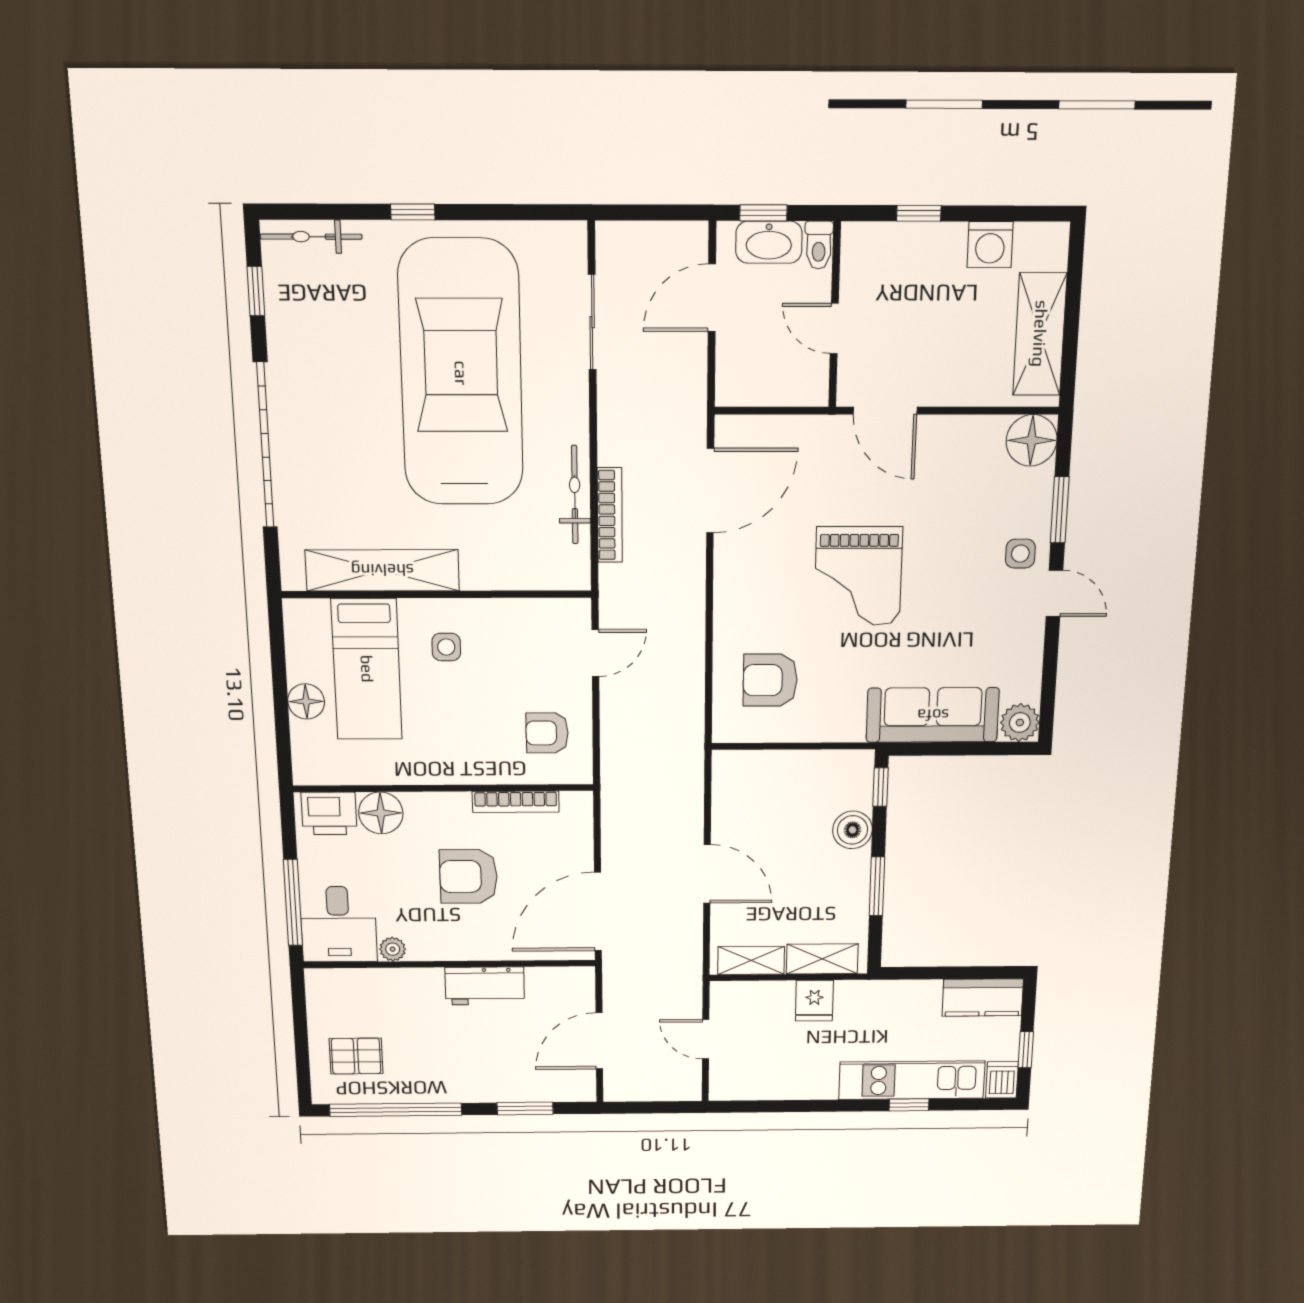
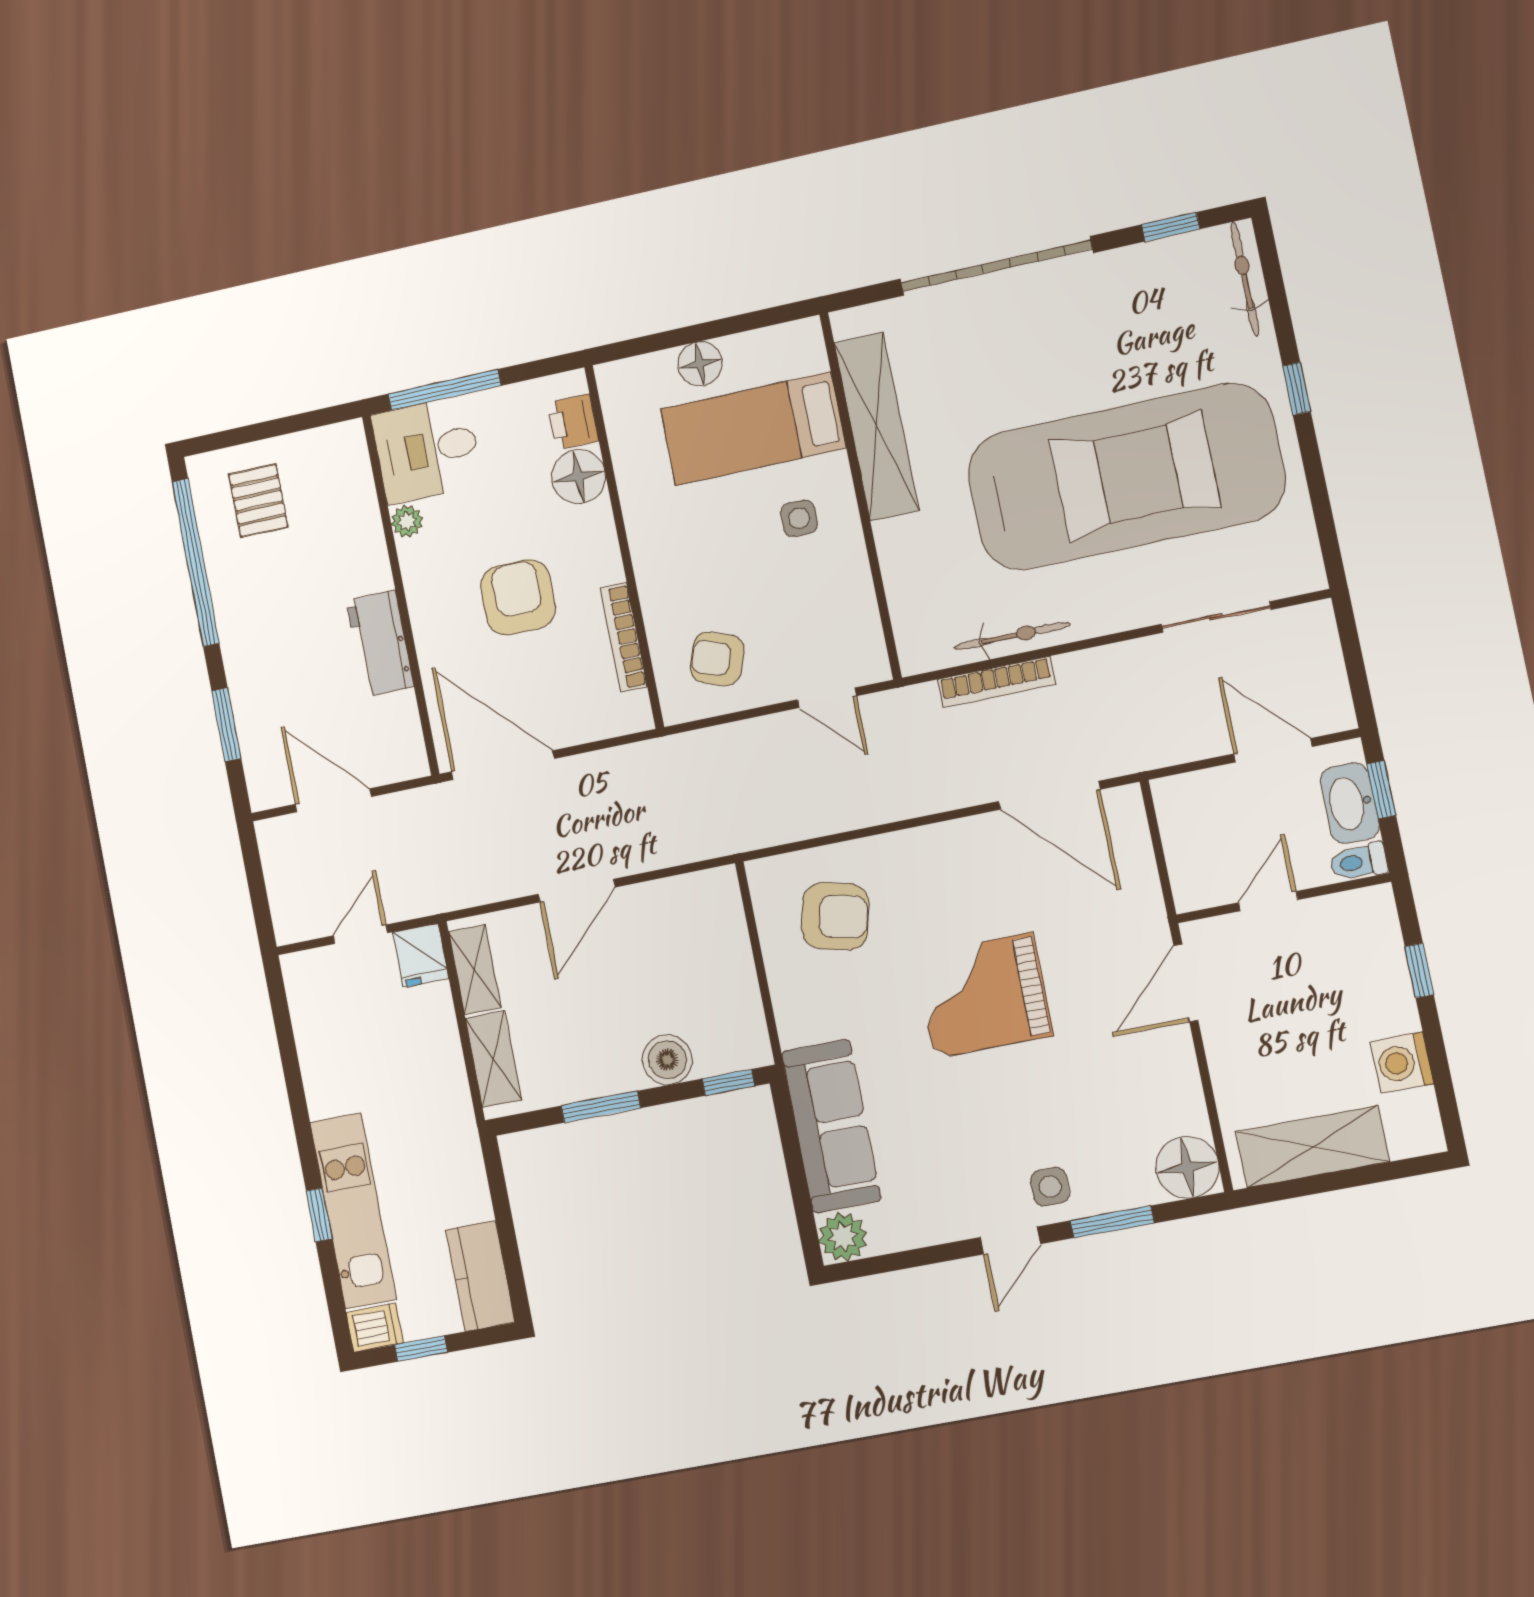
armchair: (770, 680) -> (835, 916), turned 103
armchair: (547, 733) -> (717, 659), turned -70
printer: (329, 813) -> (573, 422), width x0.73, depth x0.81
fridge: (814, 1001) -> (421, 955), moved, turned -90

